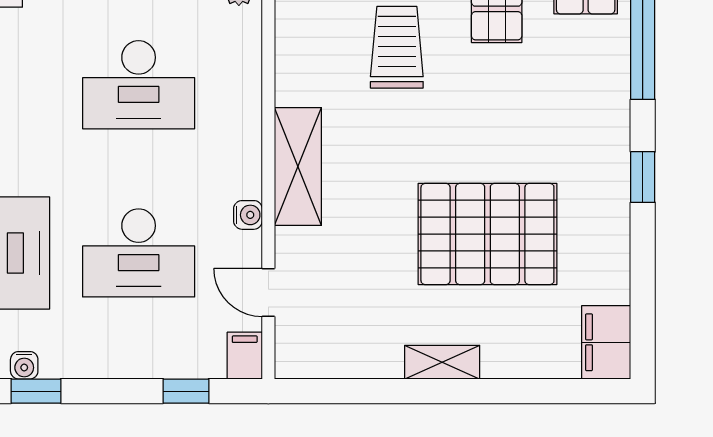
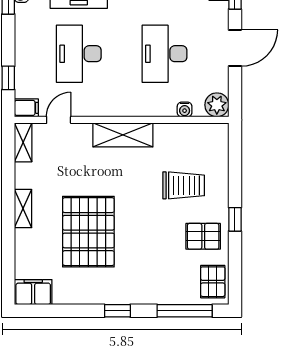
water cooler: (248, 215) -> (185, 109), moved
shelving: (312, 362) -> (23, 142), added

